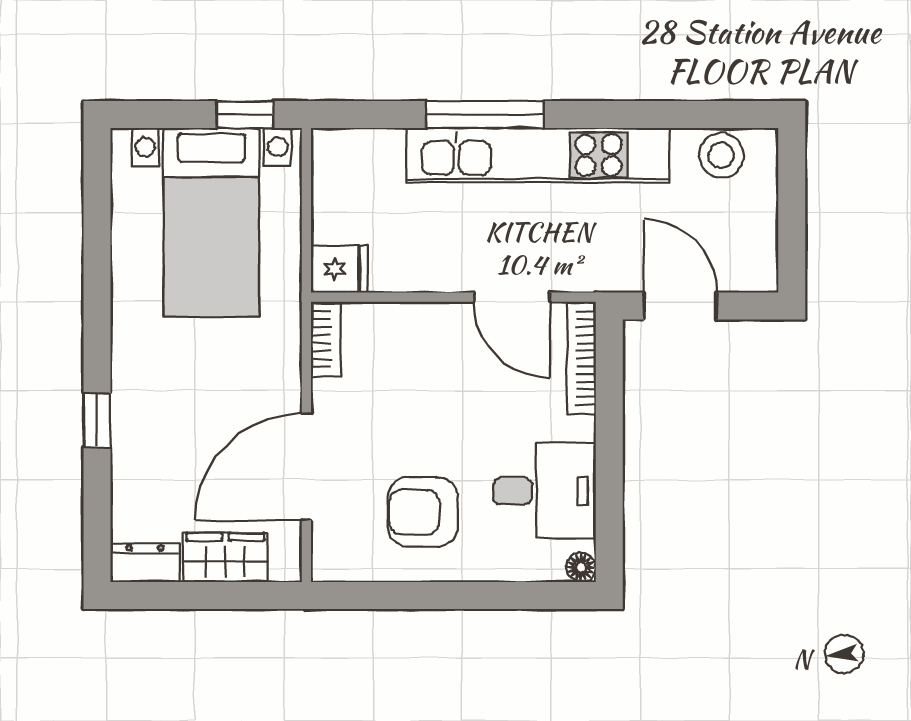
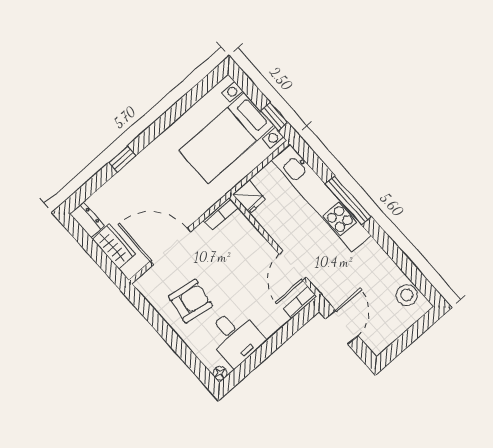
kitchen unit: (538, 155) -> (321, 198), moved
bookcase: (581, 358) -> (300, 303), width x0.64
armchair: (423, 512) -> (190, 301), turned 99

